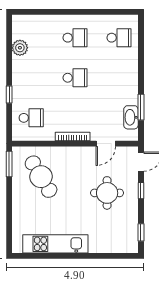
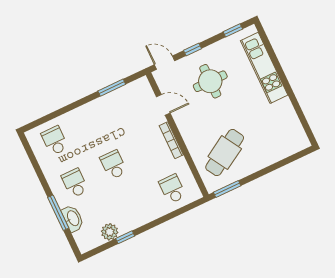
window: (57, 12) -> (58, 213), added
window: (9, 95) -> (125, 237), moved
washbasin: (131, 117) -> (73, 218), moved, turned -90
kitchen unit: (55, 244) -> (264, 68), moved

